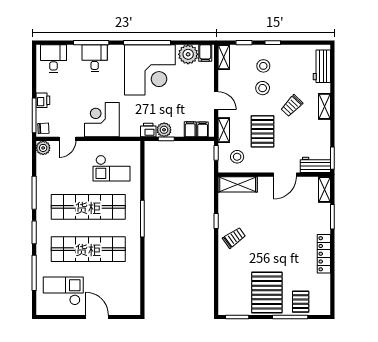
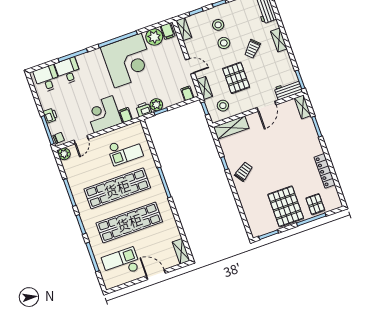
desk: (95, 58) -> (68, 71), moved
filing cabinet: (190, 129) -> (126, 115), moved
locker: (324, 254) -> (325, 171), moved
shelving: (134, 301) -> (181, 251), added

